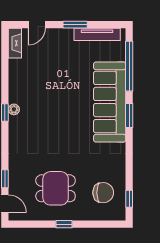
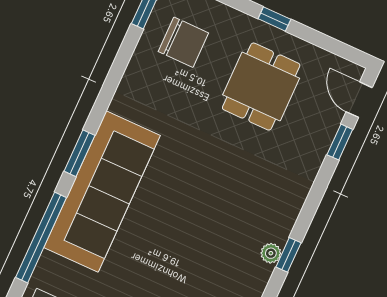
dining table: (56, 188) -> (261, 87), turned 90
chair: (103, 193) -> (183, 42), turned 180

